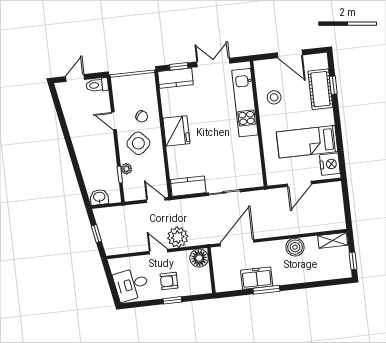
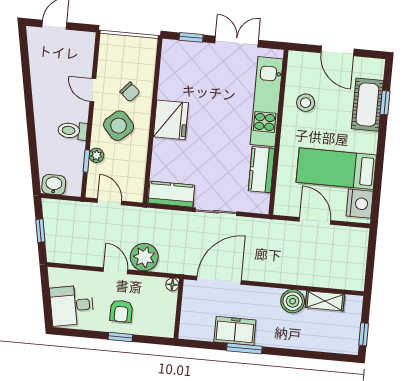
kitchen counter: (176, 78) -> (262, 170), moved, turned 90
toilet: (97, 85) -> (72, 131), moved
door: (299, 184) -> (315, 221), swing flipped
door: (156, 200) -> (109, 202), moved
shelving: (333, 240) -> (325, 301), moved
floor lamp: (199, 258) -> (172, 285), width x0.53, depth x0.53
armchair: (169, 281) -> (121, 311), turned -90

